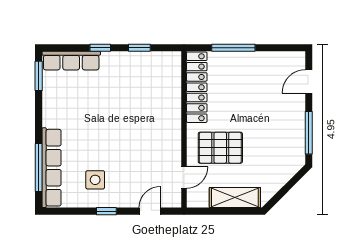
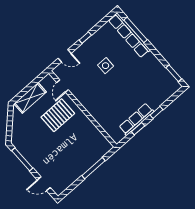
row of seats: (71, 61) -> (136, 119), moved
door: (309, 81) -> (44, 184), swing flipped
locker: (197, 87) -> (94, 134), removed
side table: (95, 180) -> (106, 66), moved
door: (150, 211) -> (65, 56), hinge flipped

